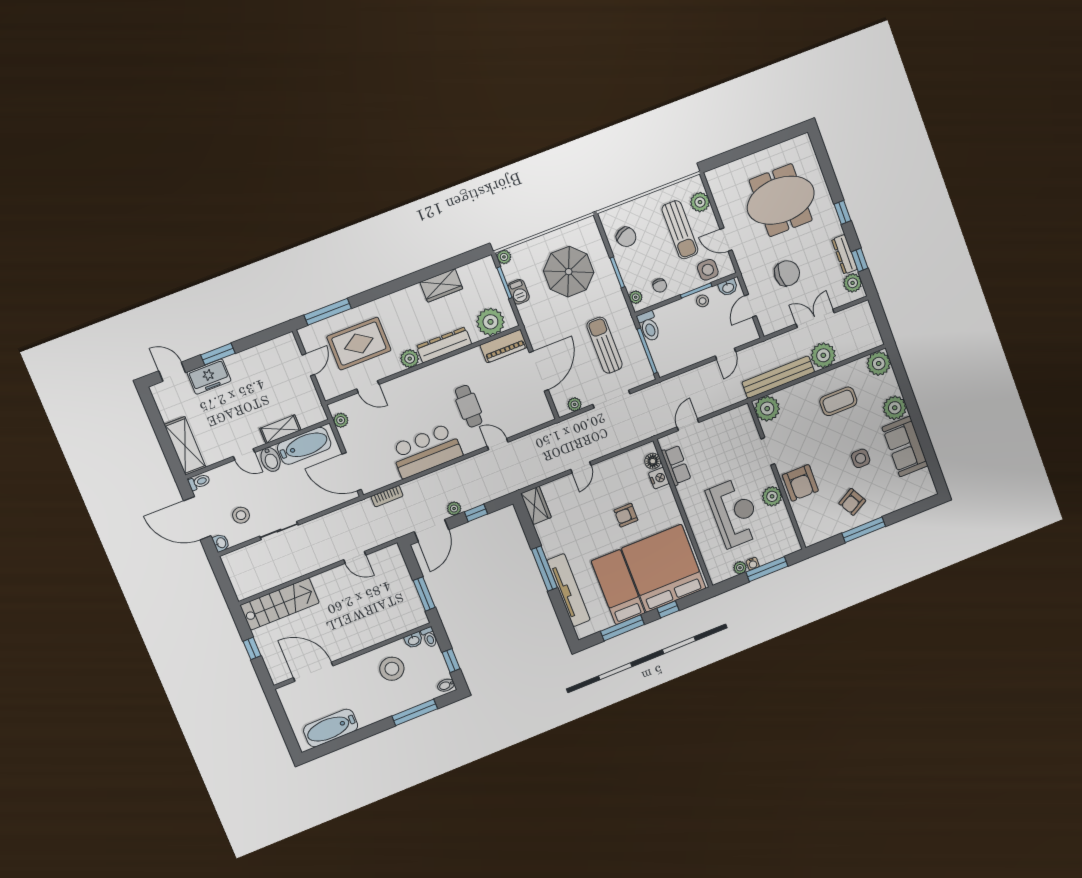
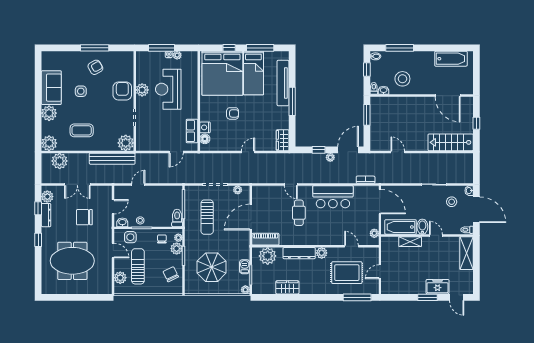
plant: (632, 280) -> (177, 249), added
plant: (823, 355) -> (60, 161), moved

